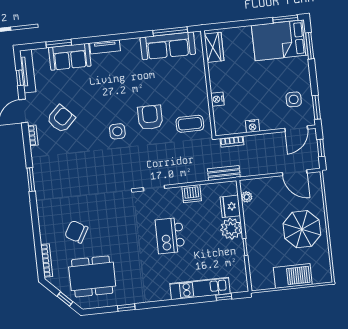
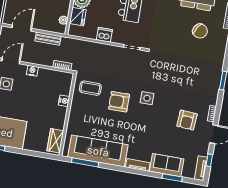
sofa: (168, 46) -> (98, 151), width x1.36, depth x1.27
tv unit: (28, 71) -> (201, 168), width x0.71
armchair: (150, 117) -> (119, 102), turned 90
armchair: (61, 119) -> (187, 120), turned -42
nightstand: (252, 126) -> (32, 71), moved
bench: (224, 173) -> (48, 39), moved
door: (295, 173) -> (22, 28), hinge flipped

